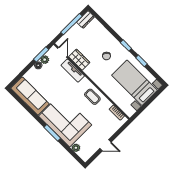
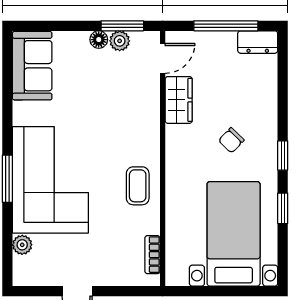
tv unit: (73, 71) -> (149, 107), removed
sofa: (30, 96) -> (32, 66), width x0.73

